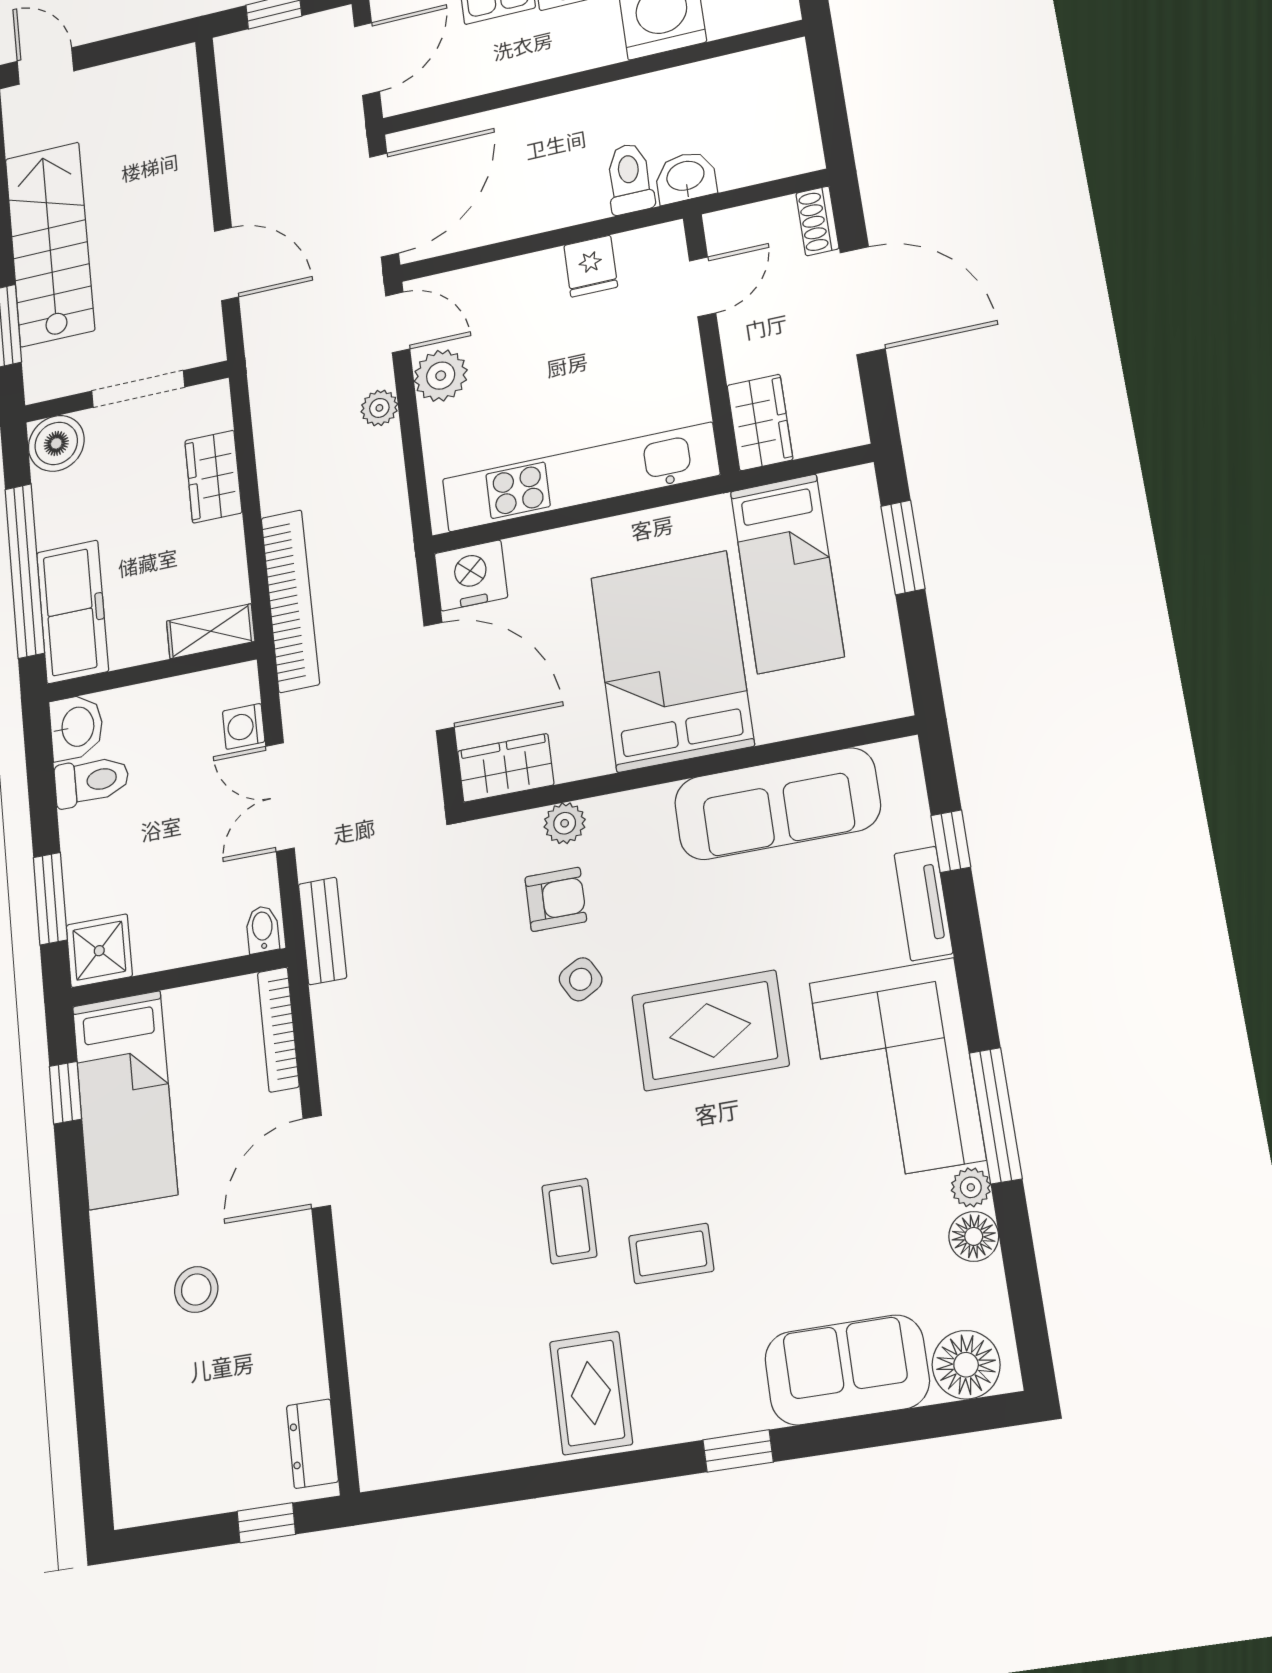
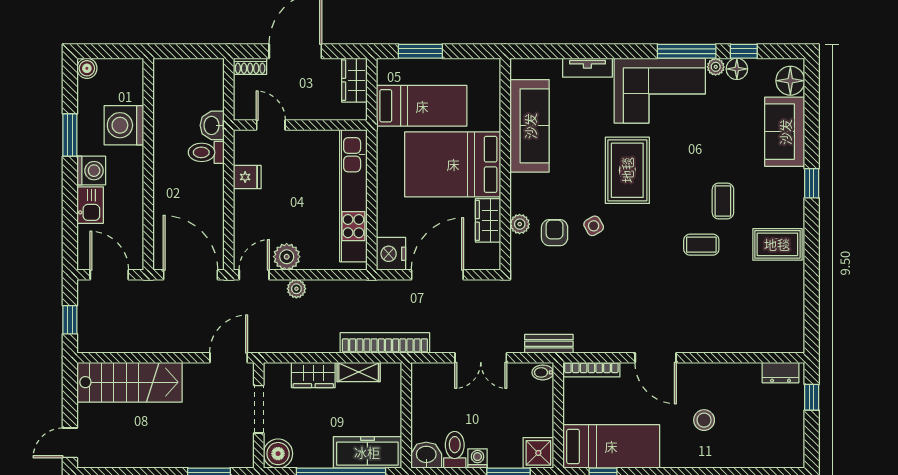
stairs: (50, 244) -> (130, 382), moved, turned 180
door: (226, 264) -> (229, 358), moved
wardrobe: (760, 422) -> (354, 80), moved, turned -90
shelving: (211, 631) -> (359, 372), moved, turned 90
washing machine: (244, 726) -> (477, 459), moved, turned 180
wardrobe: (506, 768) -> (488, 220), moved
window: (951, 841) -> (744, 51), moved

